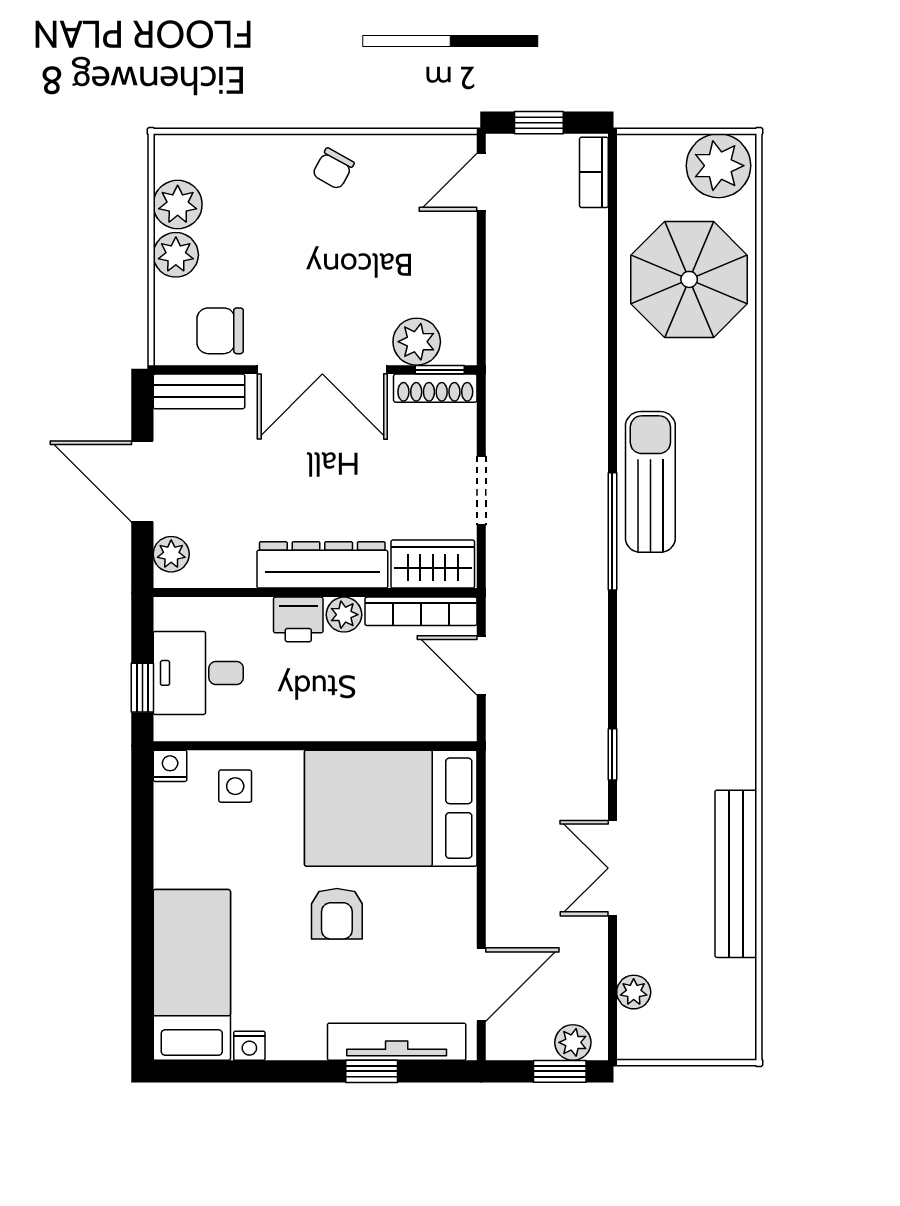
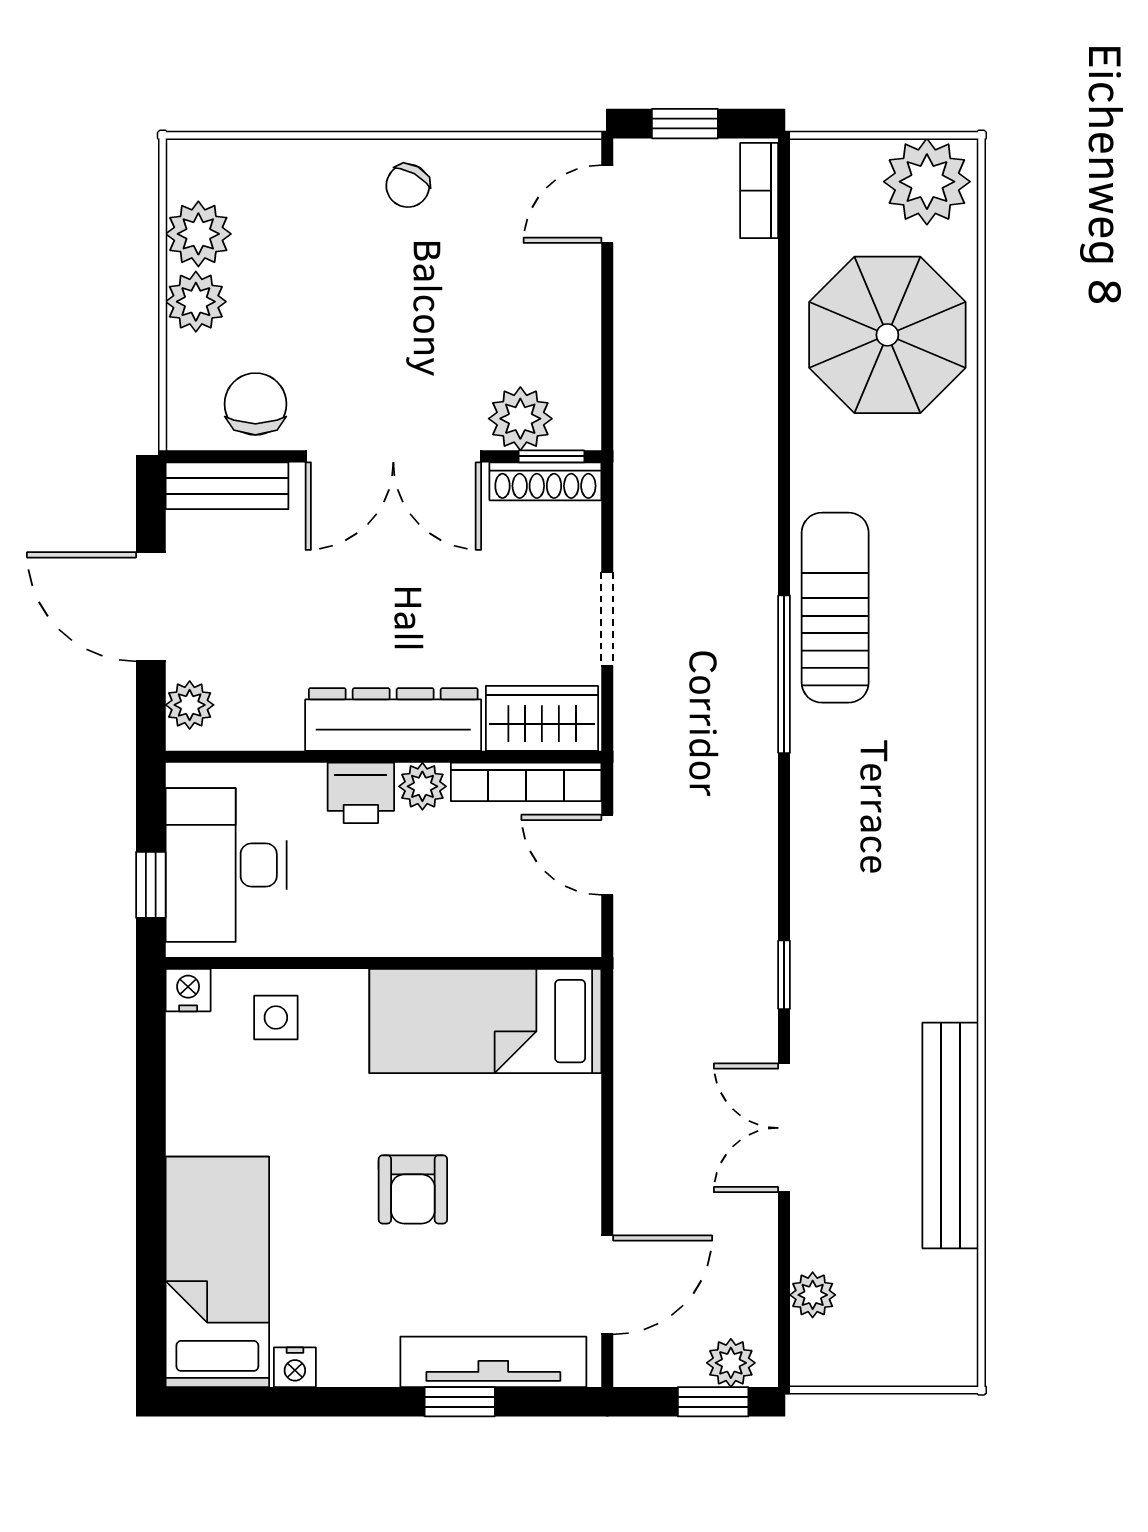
chair: (220, 331) -> (255, 404), turned 90
desk: (198, 673) -> (226, 865), width x1.37
bed: (391, 808) -> (485, 1021), width x0.67

